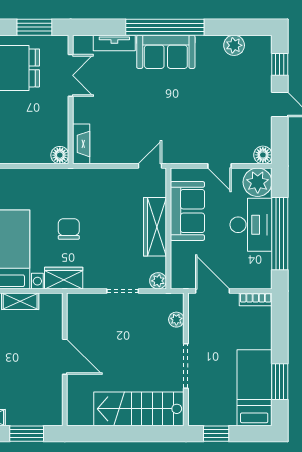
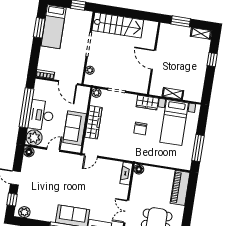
plant: (234, 45) -> (24, 212), moved
door: (219, 166) -> (53, 150), hinge flipped

